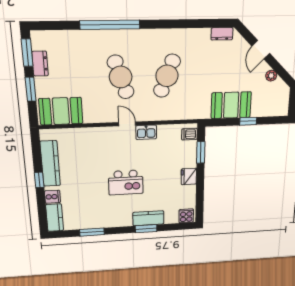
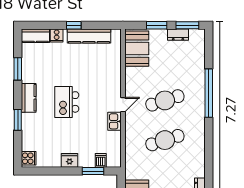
cafe table: (167, 76) -> (165, 140), turned -39
dishwasher: (189, 134) -> (101, 160), moved
kitchen counter: (148, 218) -> (29, 98), moved

